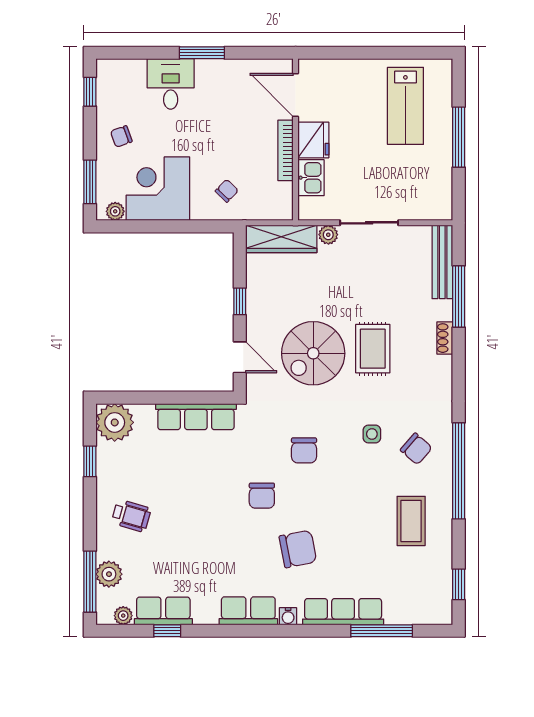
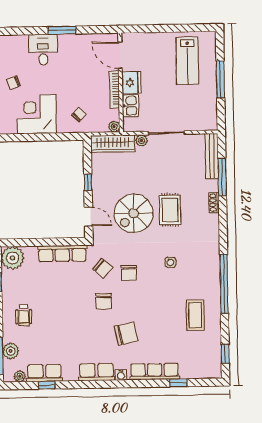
plant: (115, 211) -> (114, 127), moved
chair: (416, 449) -> (103, 268), moved
wheelchair: (131, 516) -> (24, 315), turned 74
window: (382, 631) -> (178, 383), width x0.46

